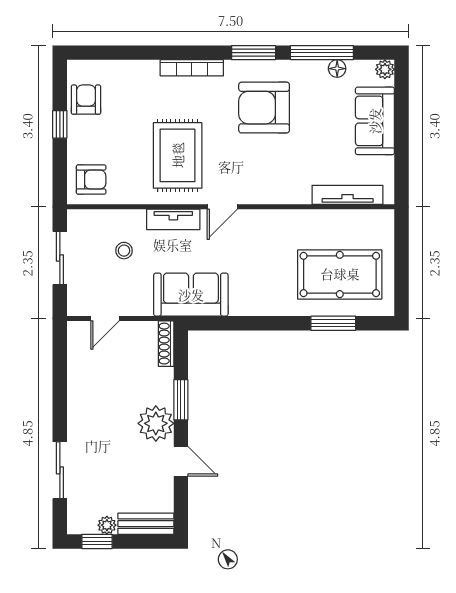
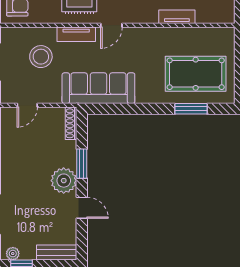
tv unit: (348, 195) -> (177, 17), moved, width x0.71
stool: (124, 251) -> (41, 57), width x1.89, depth x1.89
sofa: (191, 295) -> (98, 88), width x1.36
plant: (107, 525) -> (13, 254), moved

